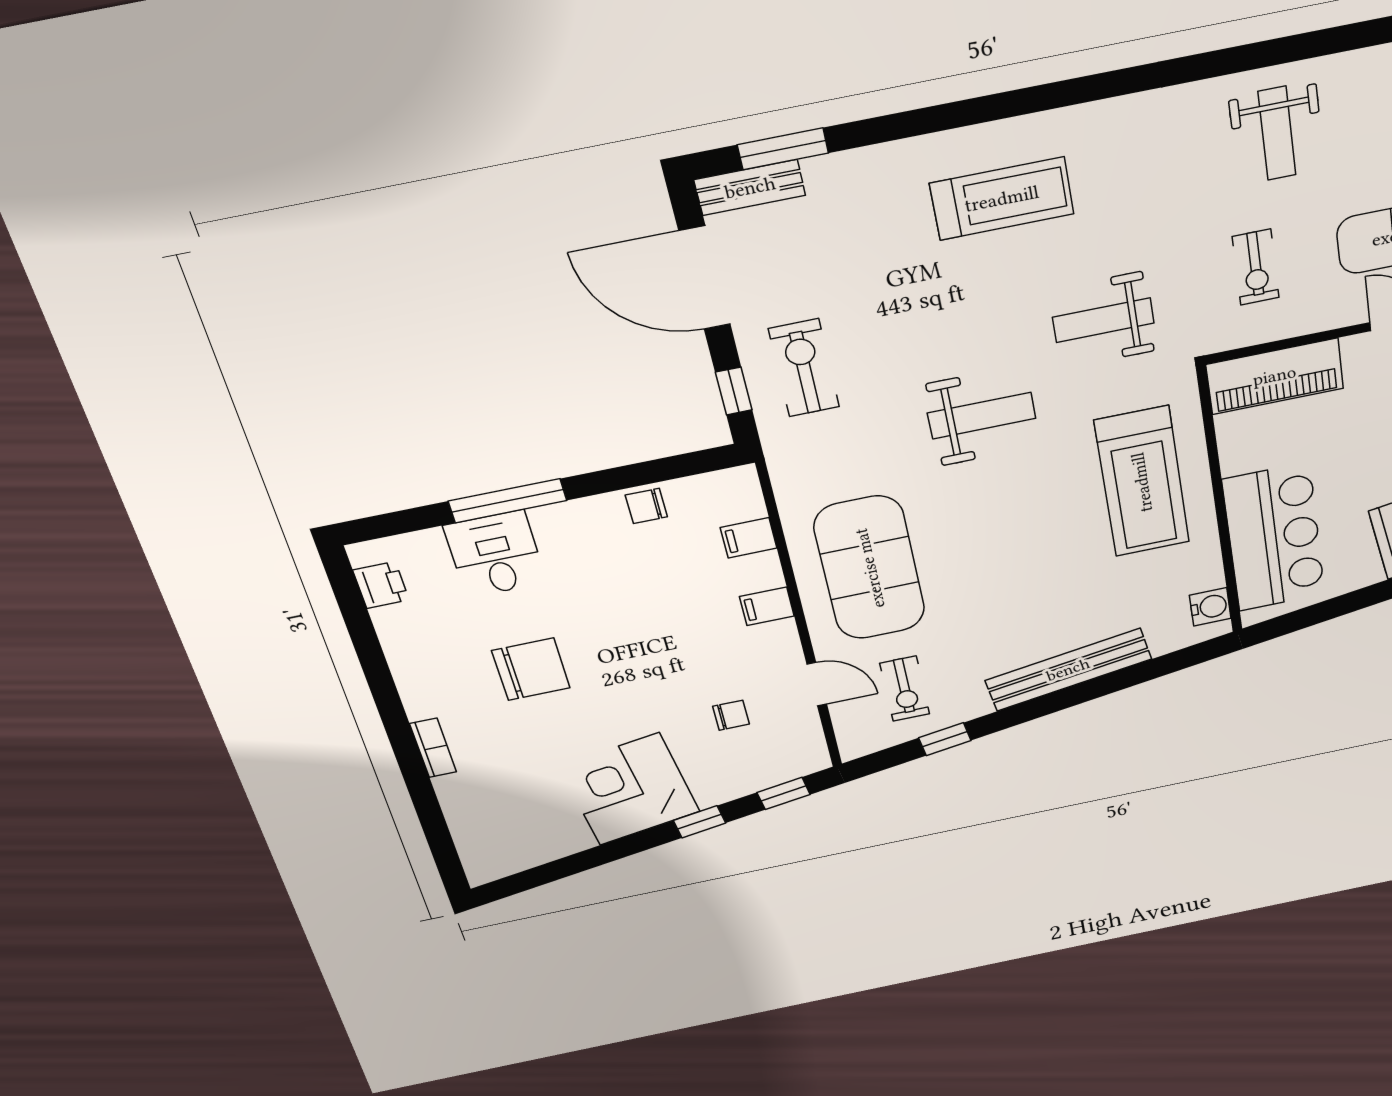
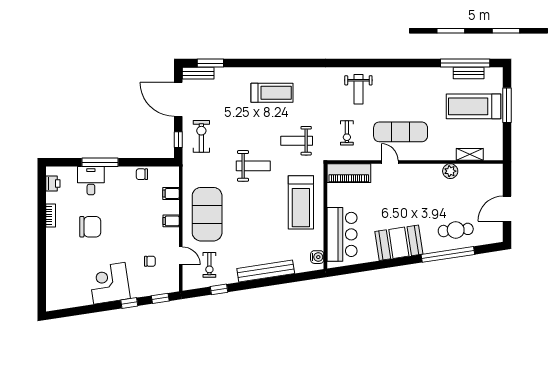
bookcase: (433, 748) -> (51, 216), moved

